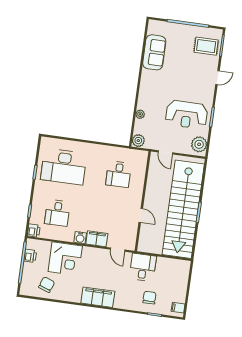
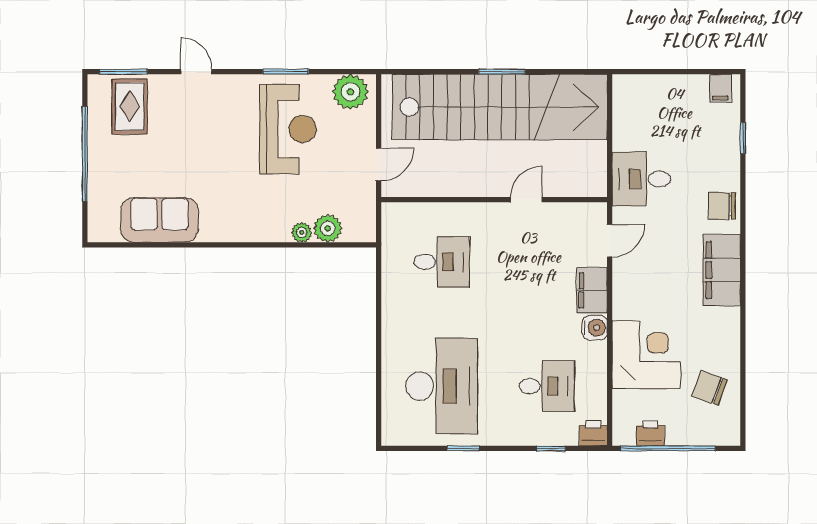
plant: (138, 141) -> (328, 228), moved
chair: (149, 298) -> (722, 206), moved

